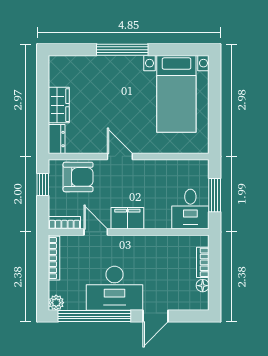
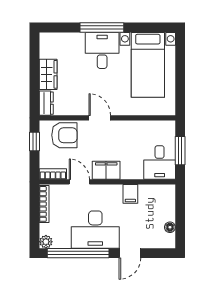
desk: (123, 77) -> (102, 50), added
filing cabinet: (156, 246) -> (130, 194), added
bookcase: (203, 262) -> (170, 208), removed

